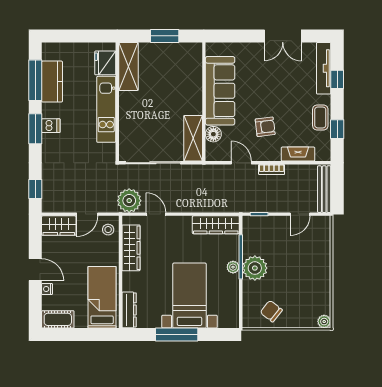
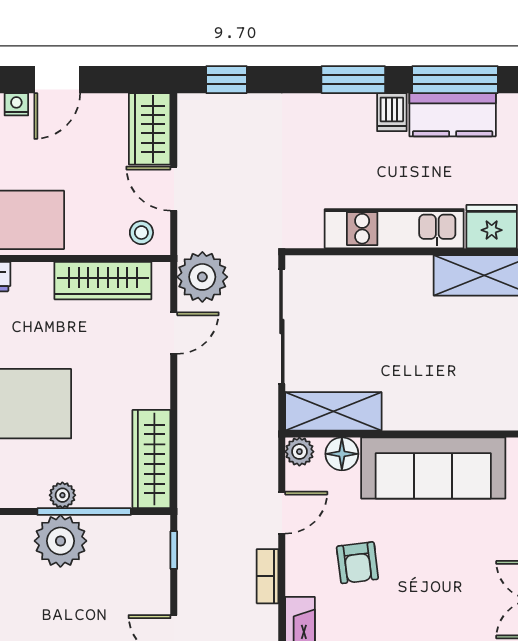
dishwasher: (51, 126) -> (392, 112), moved
plant: (212, 154) -> (299, 452), added

